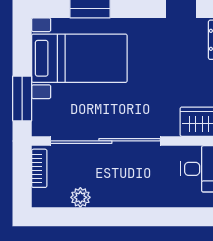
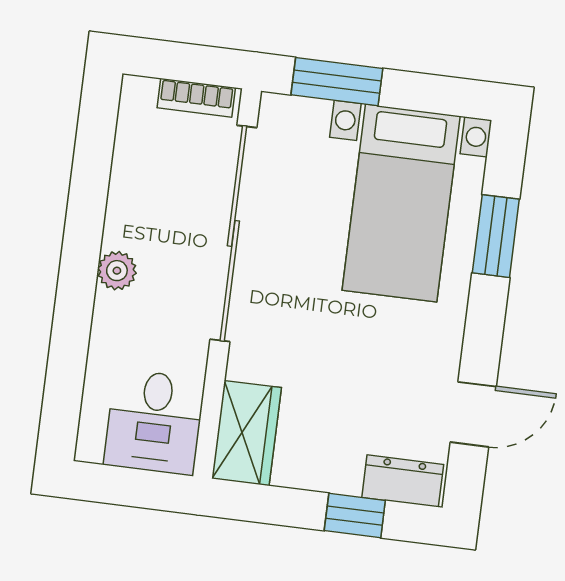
plant: (80, 197) -> (117, 271), moved

